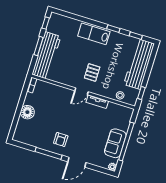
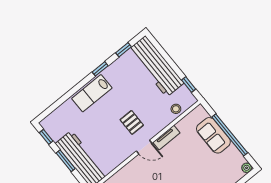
door: (81, 91) -> (144, 147), hinge flipped
sofa: (115, 143) -> (213, 135), moved

